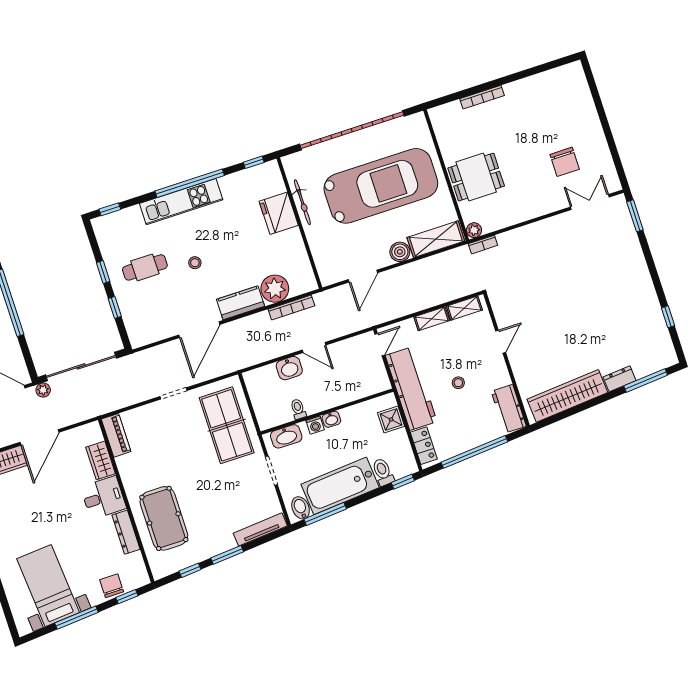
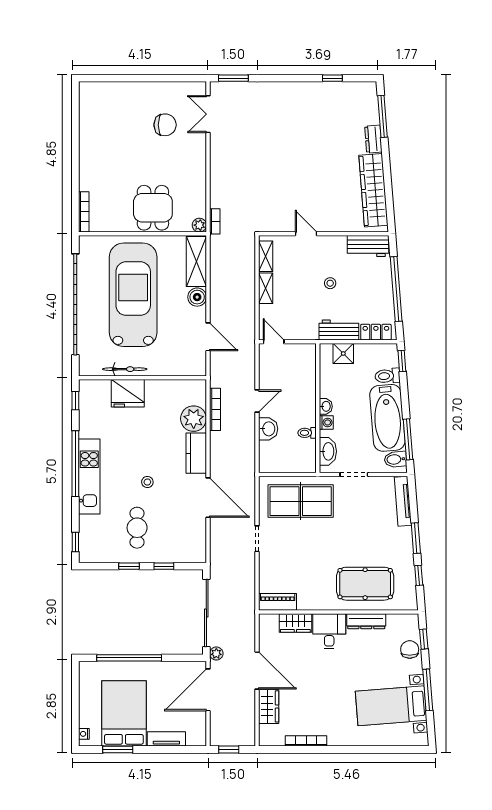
bookcase: (482, 97) -> (84, 212), moved
workbench: (411, 389) -> (339, 330), width x0.53, depth x0.76
chair: (112, 586) -> (410, 649), turned 90

